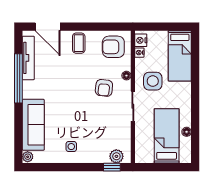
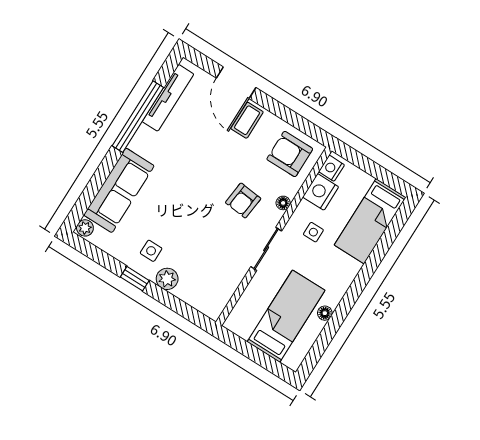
door: (48, 27) -> (236, 83), moved
nightstand: (139, 53) -> (321, 192), width x1.89, depth x1.79
side table: (153, 81) -> (313, 232), width x0.54, depth x0.54
floor lamp: (187, 132) -> (325, 313), moved
plant: (116, 156) -> (167, 279), moved
window: (112, 167) -> (135, 279), moved

